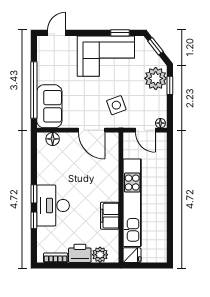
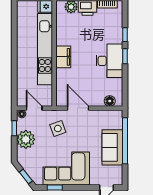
plant: (156, 78) -> (26, 139), moved
window: (170, 85) -> (14, 128), moved
sofa: (49, 106) -> (112, 147), moved
desk: (53, 205) -> (109, 61), moved
filing cabinet: (110, 216) -> (63, 57), moved

